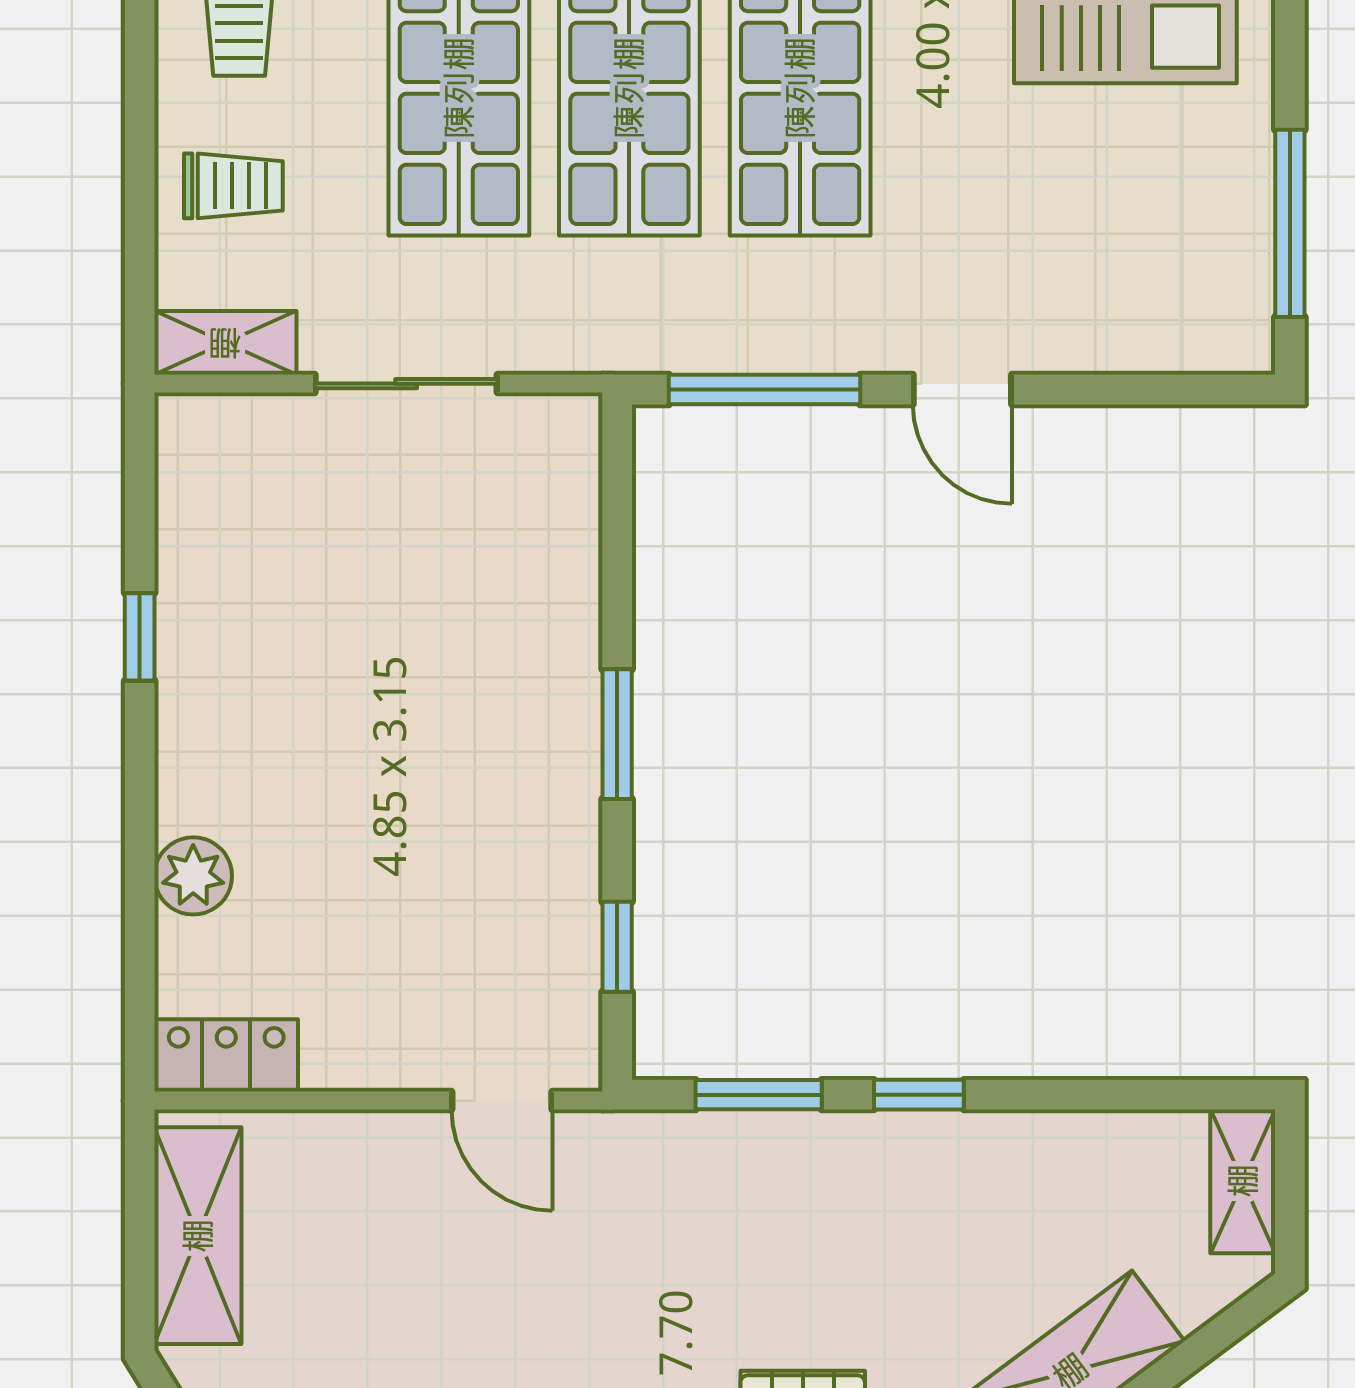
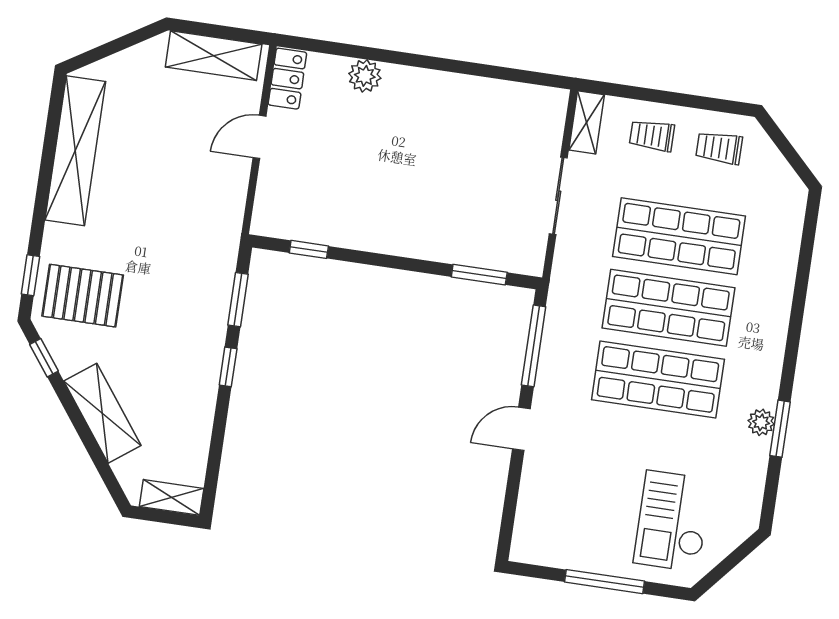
trolley: (233, 186) -> (652, 136), turned 90
window: (1290, 223) -> (604, 582), moved
window: (140, 637) -> (468, 68), removed
window: (617, 734) -> (479, 275), moved
door: (502, 1101) -> (259, 137), moved

